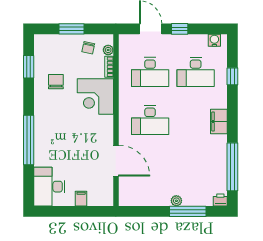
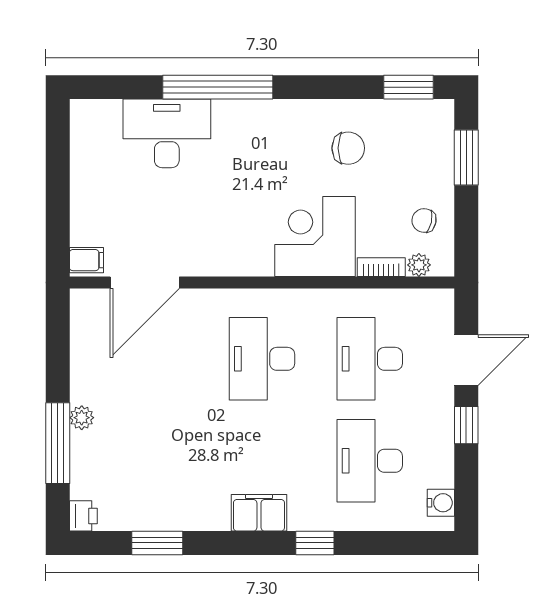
window: (72, 29) -> (466, 158), moved
window: (29, 67) -> (408, 87), moved
window: (232, 76) -> (315, 543), moved
door: (116, 161) -> (145, 282), moved
window: (232, 167) -> (157, 543), width x0.47
desk: (49, 187) -> (167, 133), moved
filing cabinet: (81, 199) -> (86, 260), moved

